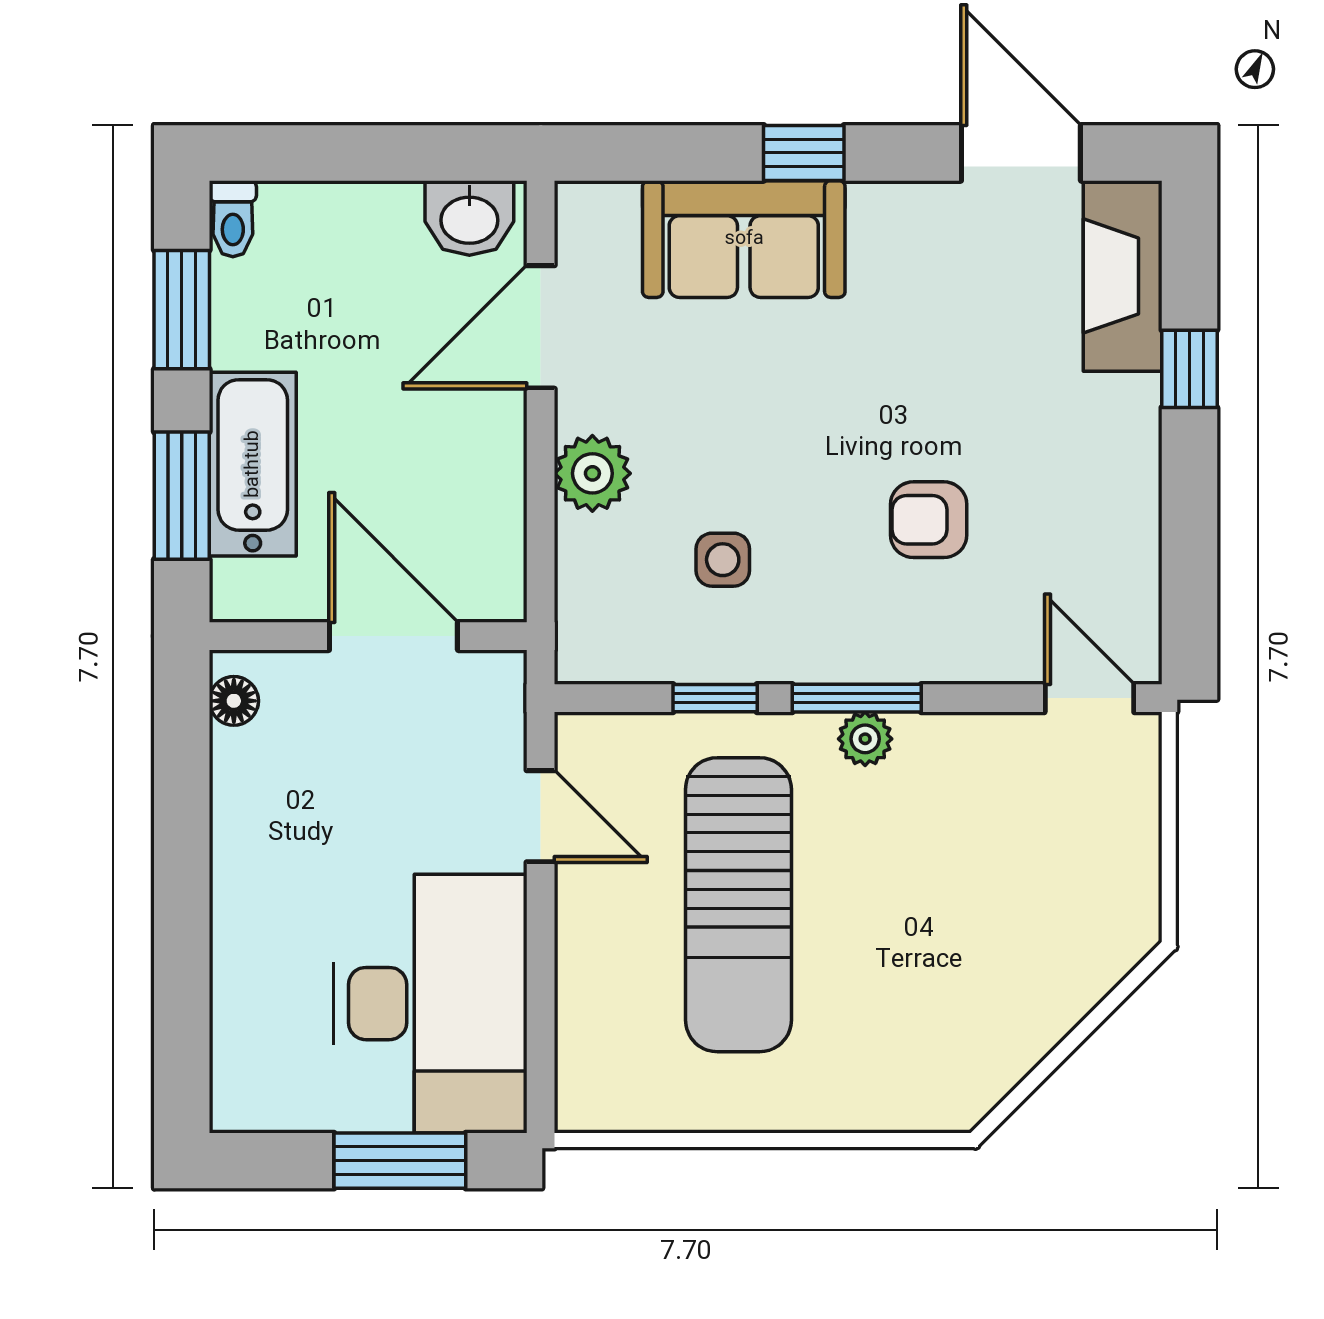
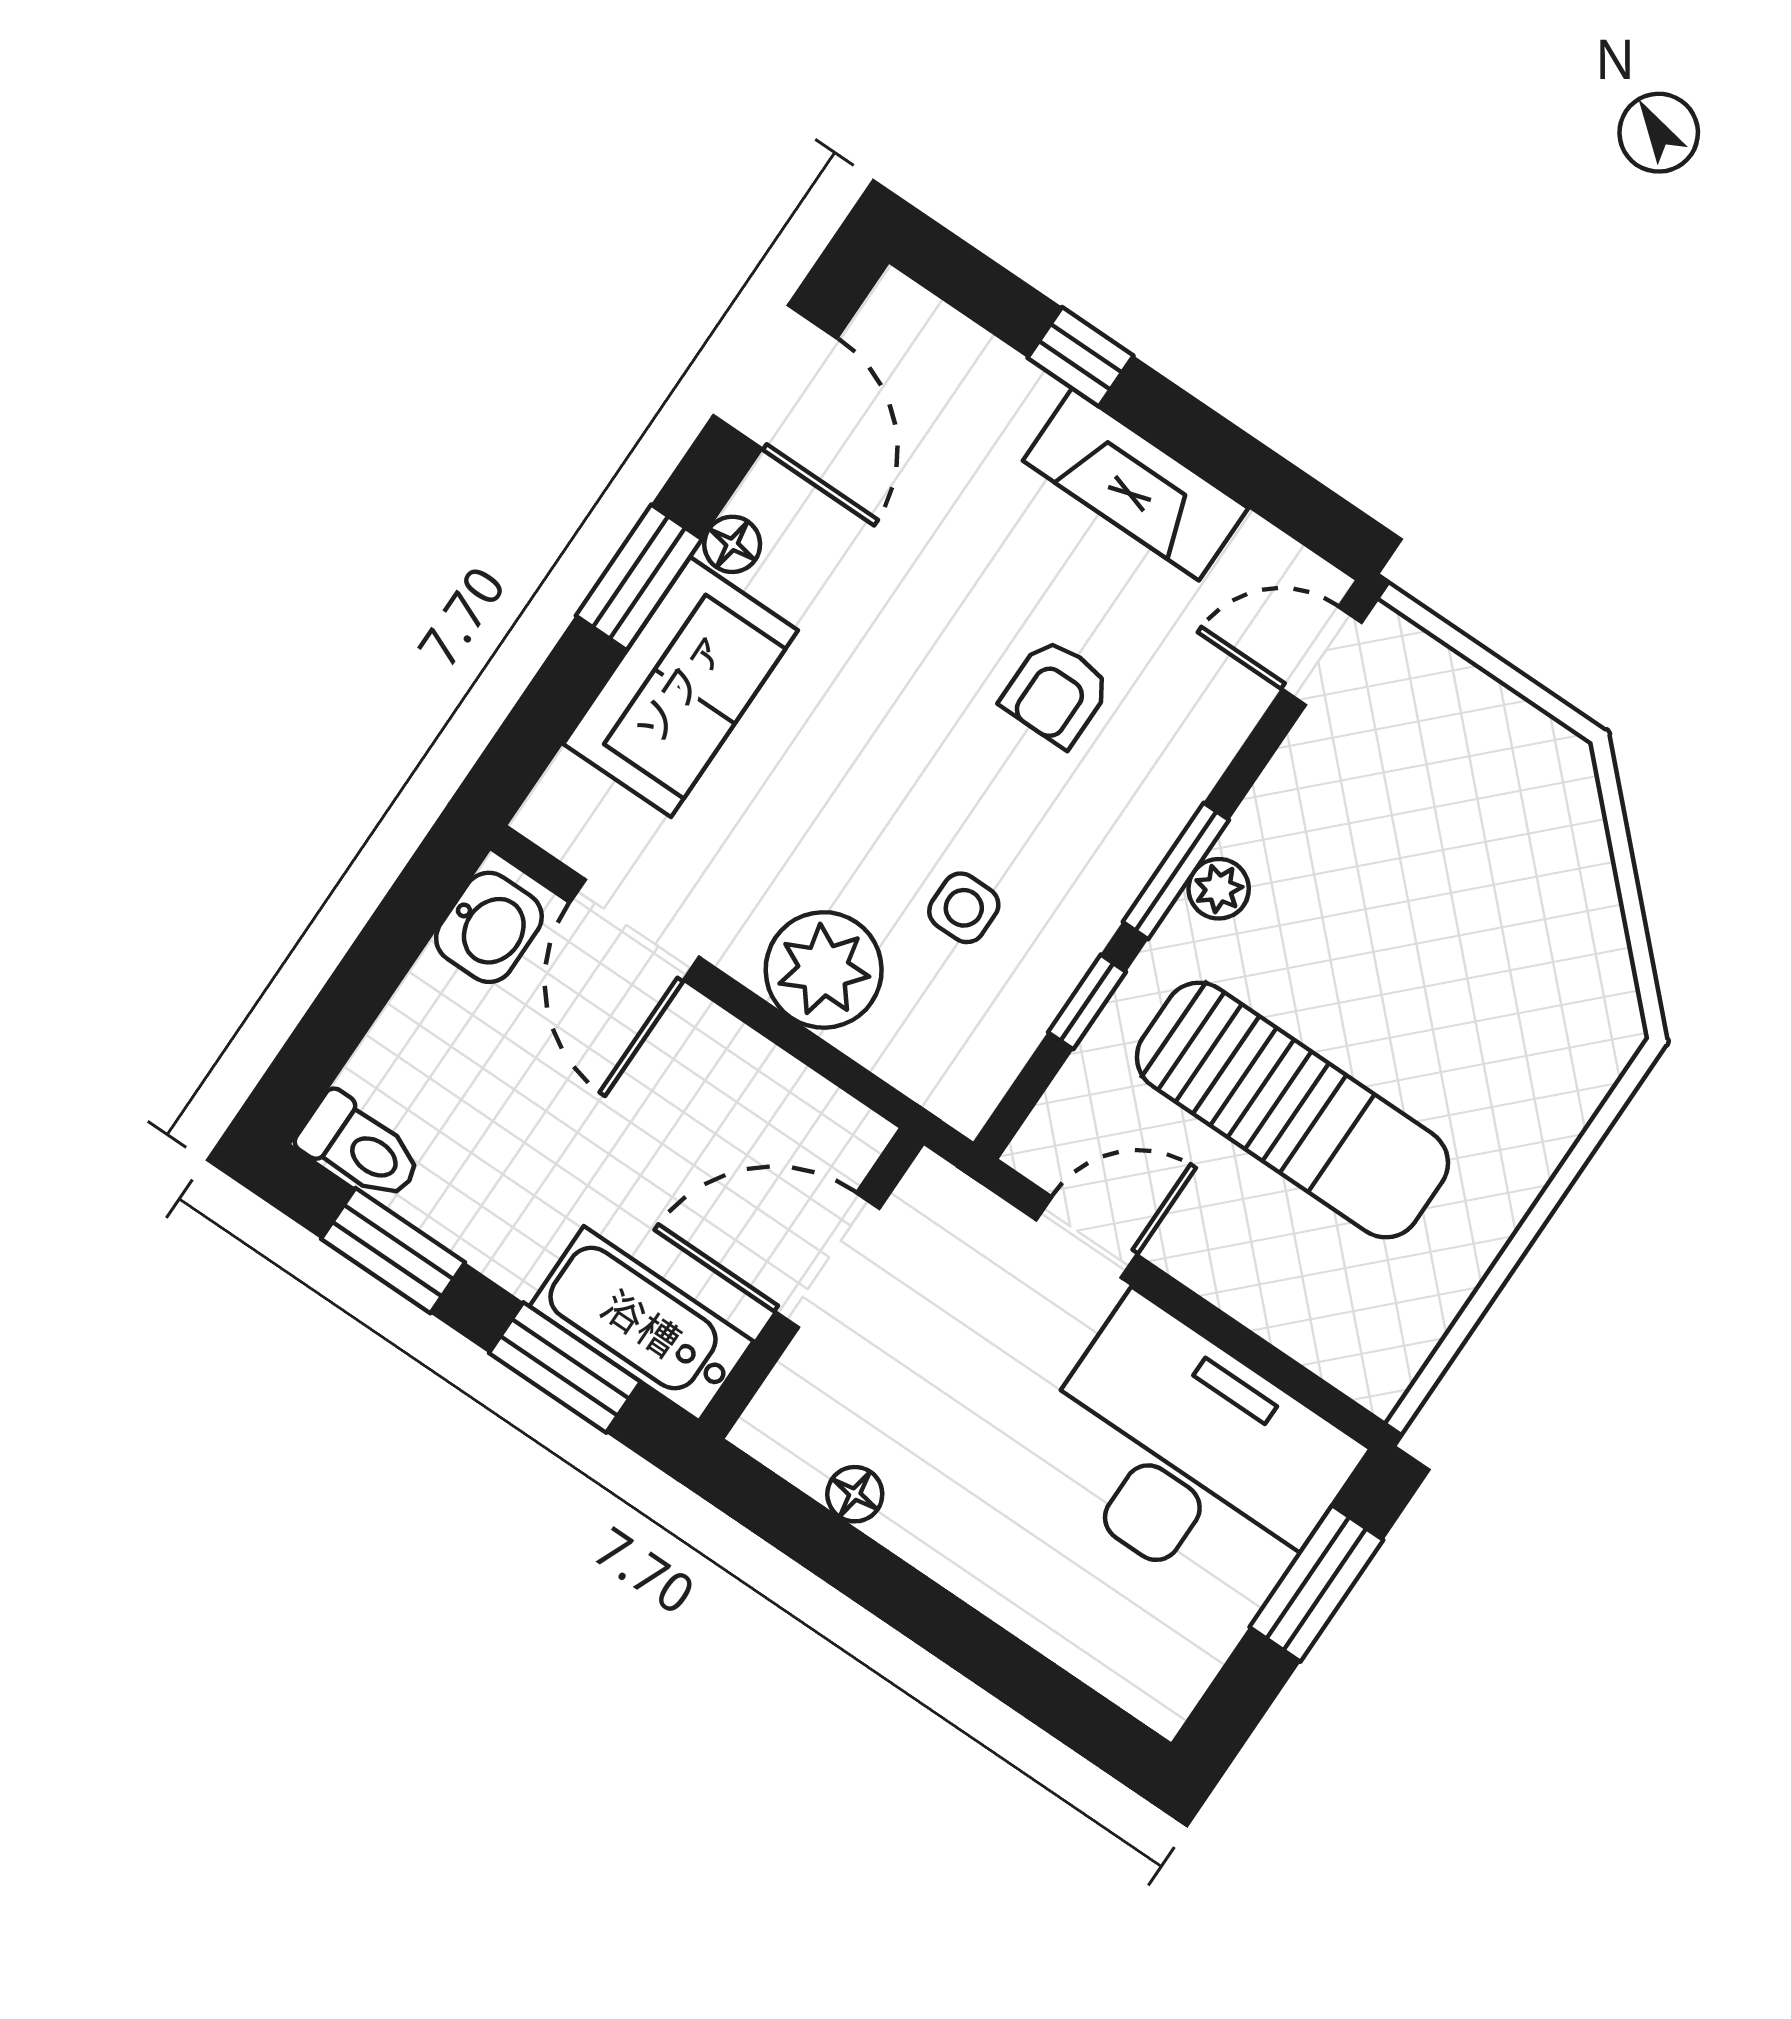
window: (804, 153) -> (639, 577), width x1.50
door: (1021, 153) -> (775, 377), swing flipped
floor lamp: (875, 205) -> (732, 544), added
toilet: (233, 219) -> (360, 1148), width x1.37, depth x1.39
fireplace: (1123, 276) -> (1135, 484), moved
bathtub: (253, 464) -> (641, 1324), moved
plant: (592, 473) -> (824, 970), width x1.36, depth x1.36
floor lamp: (234, 701) -> (855, 1494), moved

